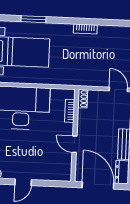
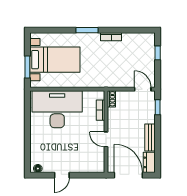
window: (33, 19) -> (87, 30), moved

